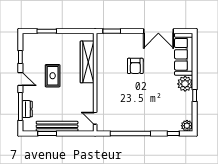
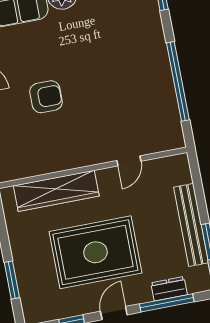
rug: (53, 76) -> (95, 252), width x1.86, depth x2.06
door: (95, 118) -> (129, 161), moved

